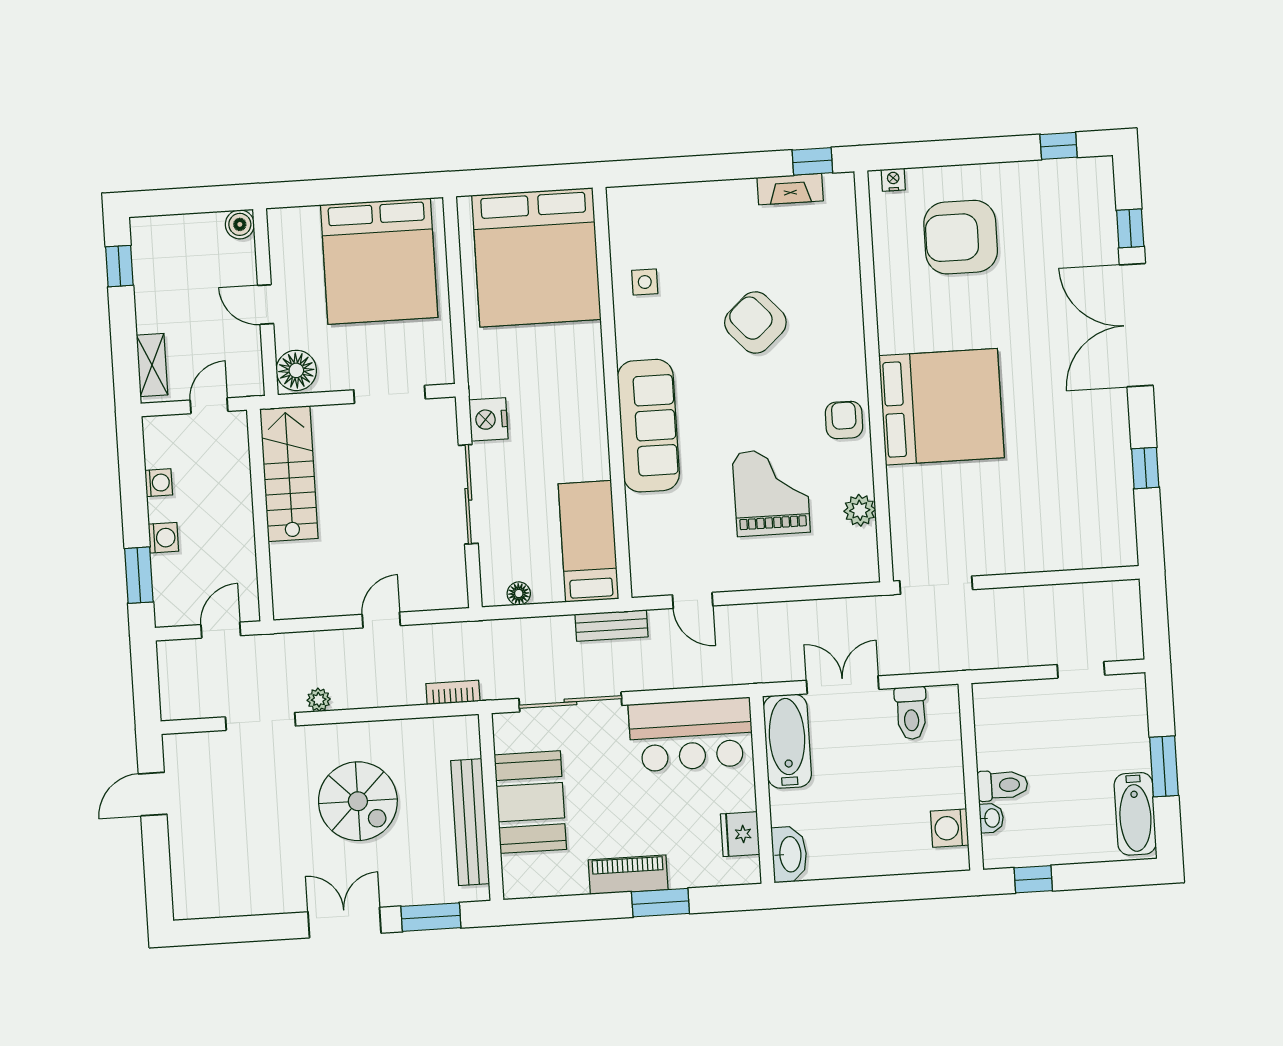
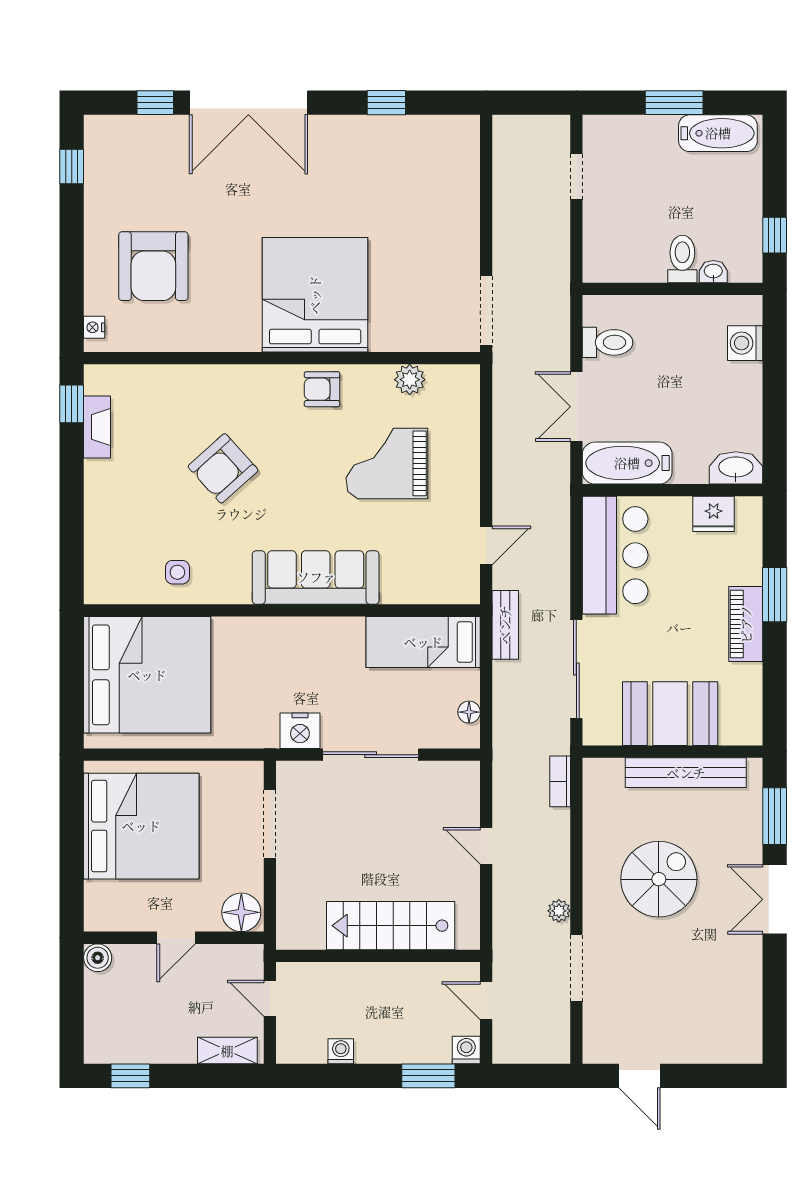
stairs: (289, 474) -> (391, 926), moved
washing machine: (163, 538) -> (466, 1050), moved
washing machine: (950, 828) -> (745, 343), moved, turned 90

